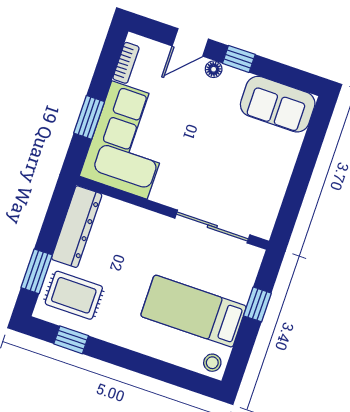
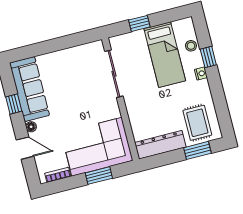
window: (239, 59) -> (14, 104), moved
sofa: (278, 104) -> (29, 89), width x1.36
window: (71, 340) -> (208, 57), moved
nightstand: (137, 343) -> (201, 74), added
stool: (212, 363) -> (191, 46), moved

